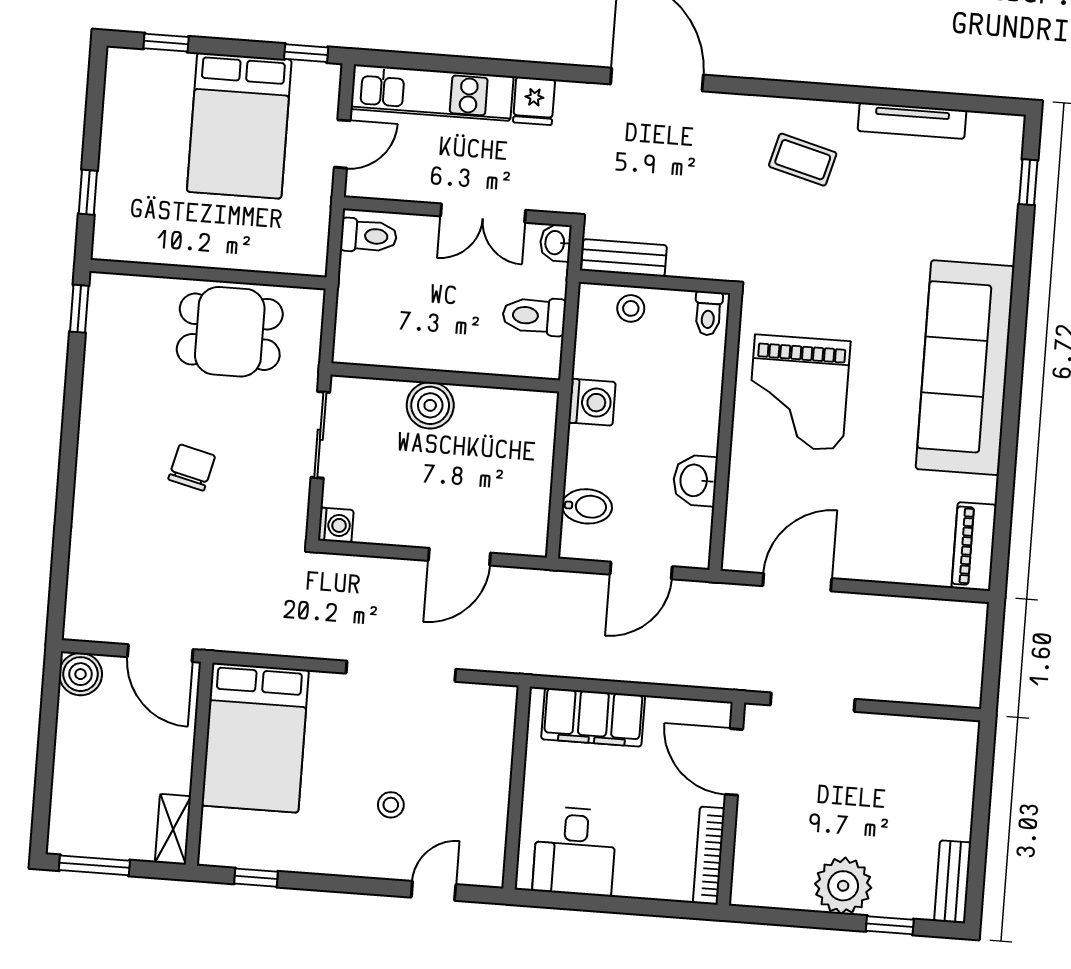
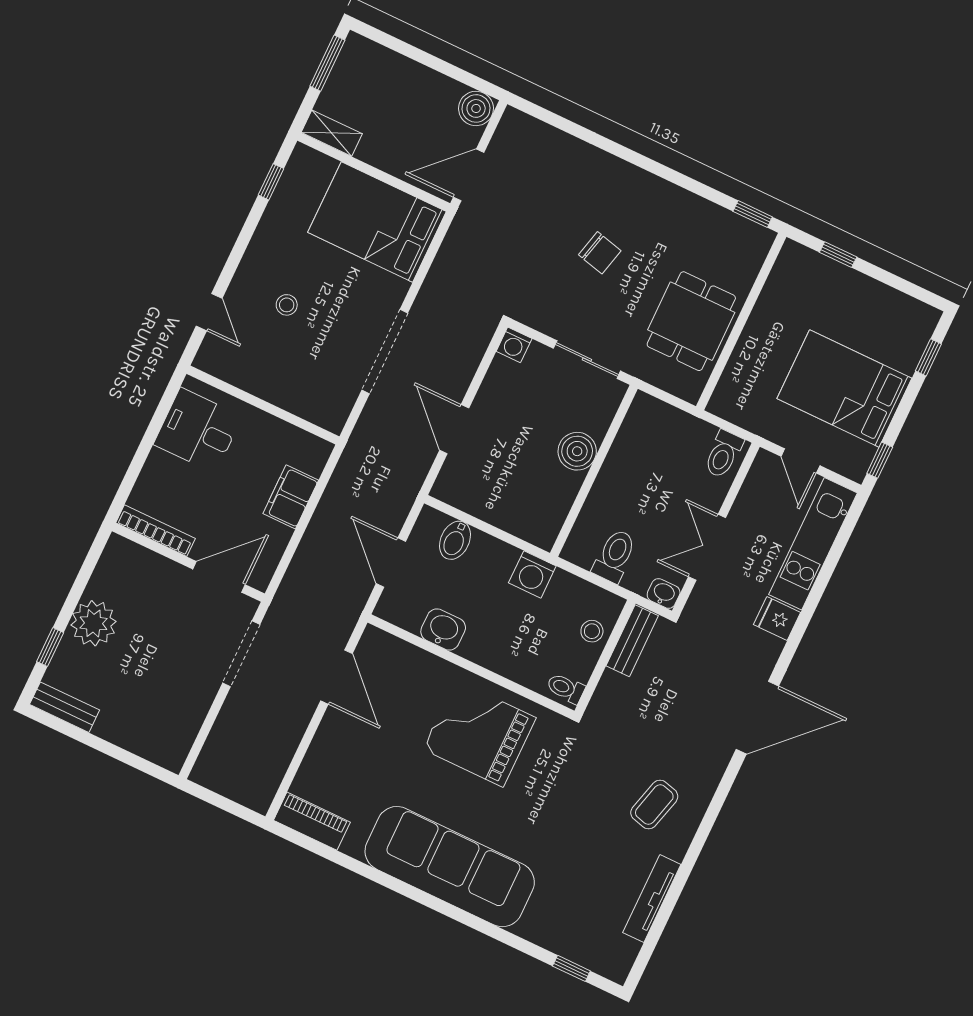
filing cabinet: (593, 717) -> (291, 497), width x0.67, depth x0.86

